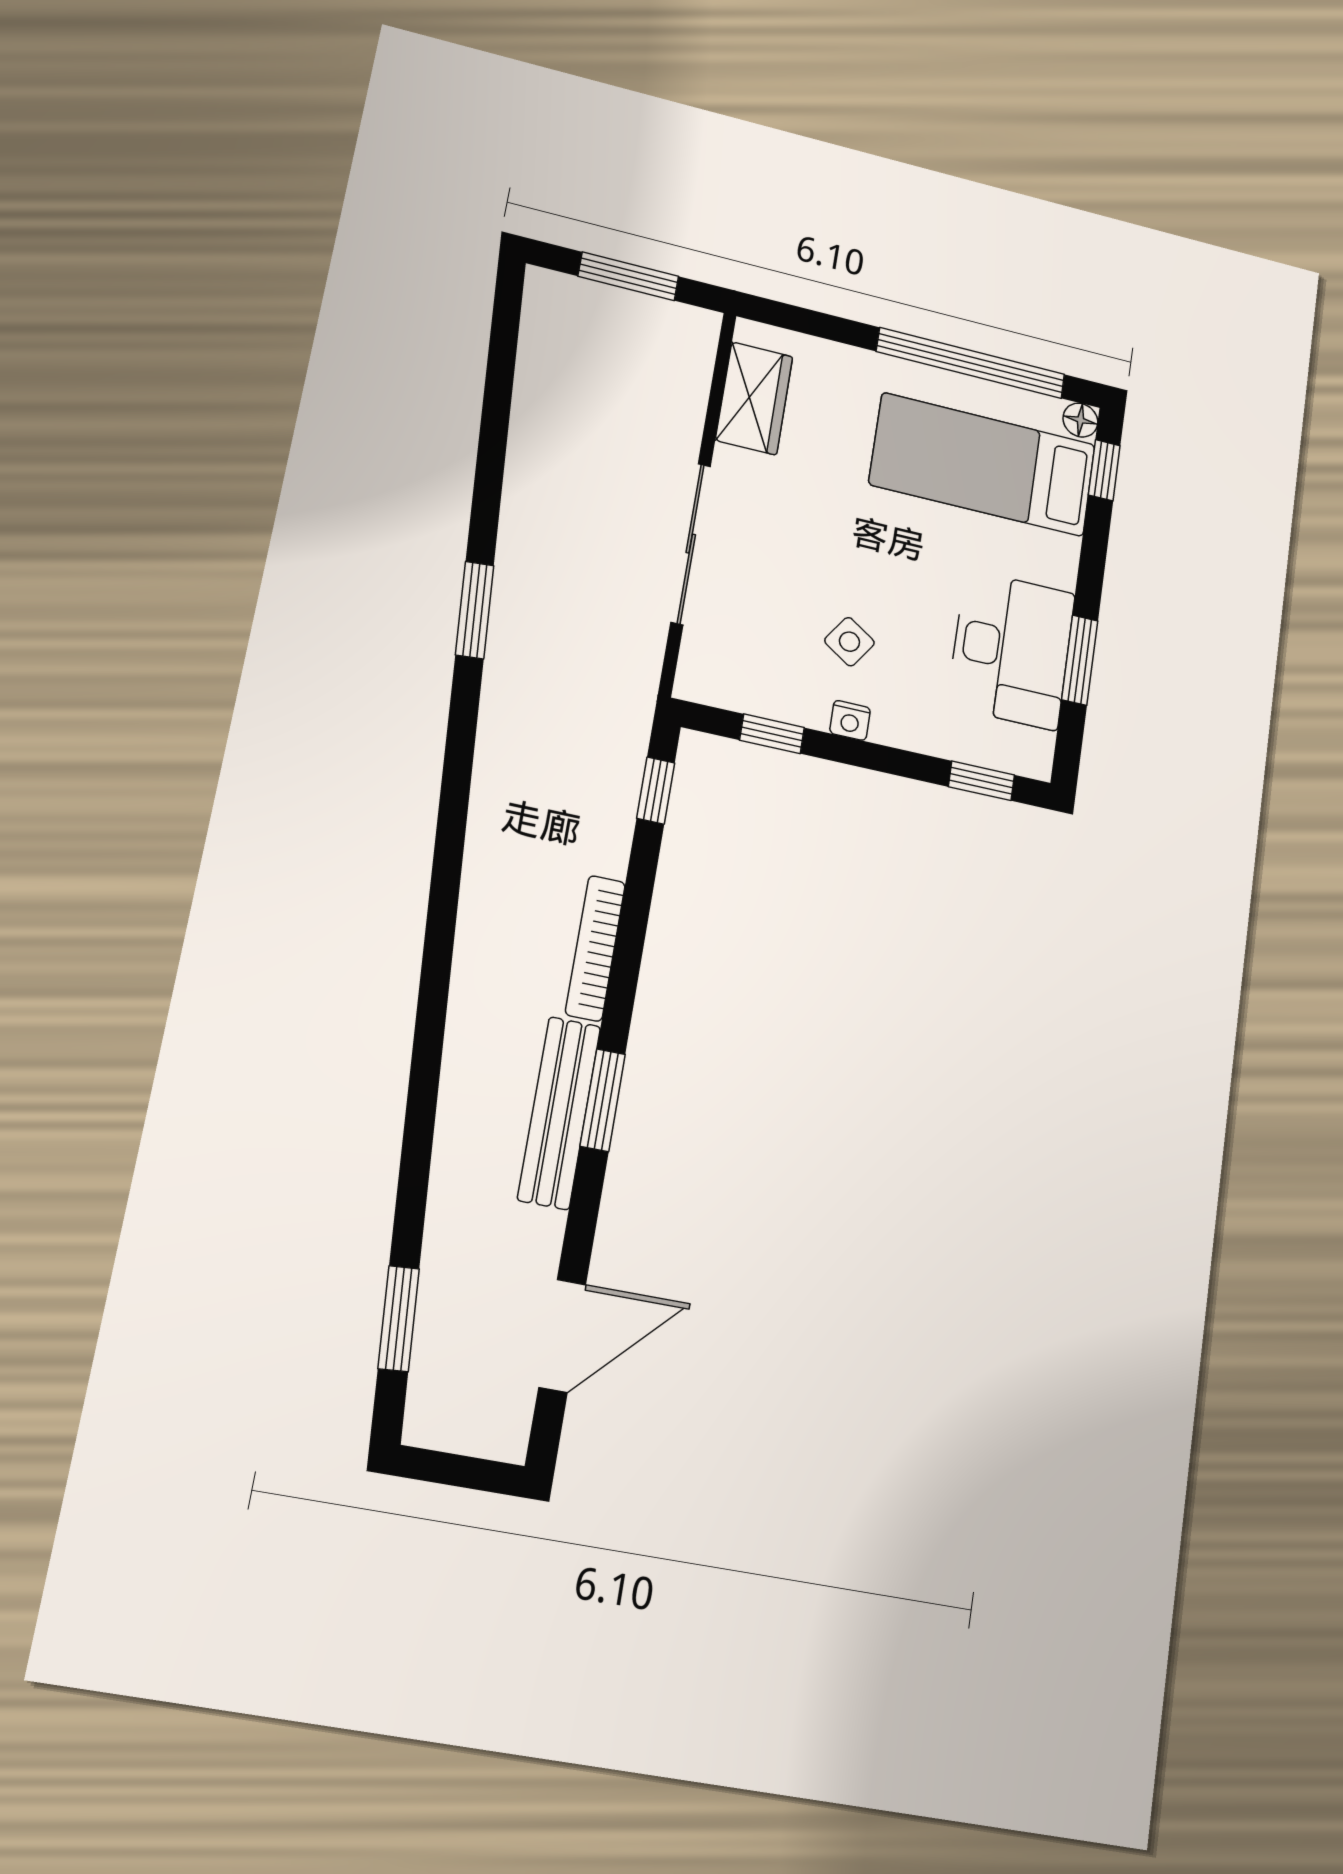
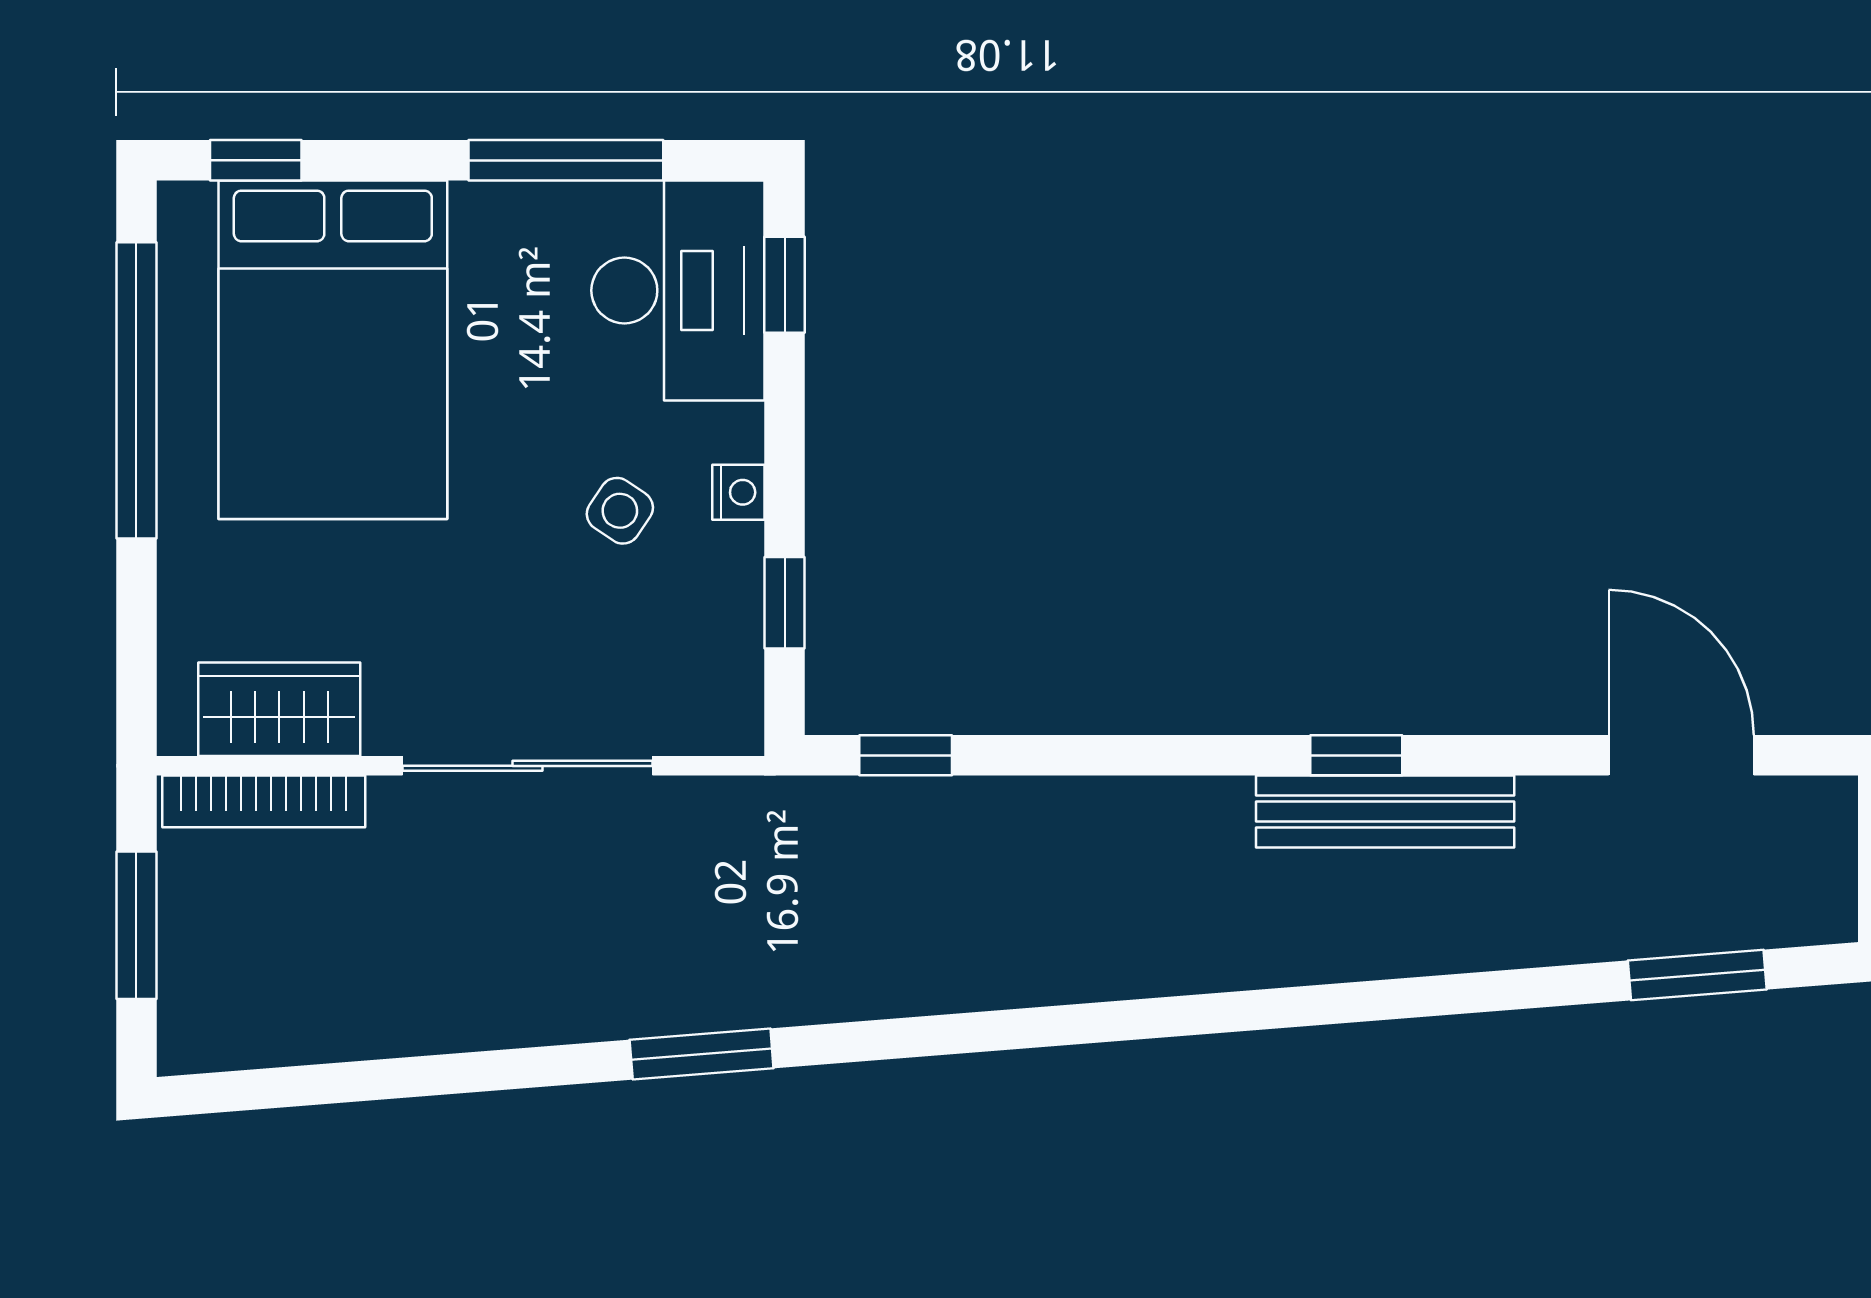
floor lamp: (1080, 420) -> (184, 208), removed
bed: (983, 465) -> (333, 350), width x1.50
desk: (1011, 650) -> (678, 290), moved, turned 90
window: (1080, 660) -> (566, 160), width x1.44
bookcase: (595, 948) -> (264, 801), moved
window: (603, 1100) -> (1356, 755), width x0.67

